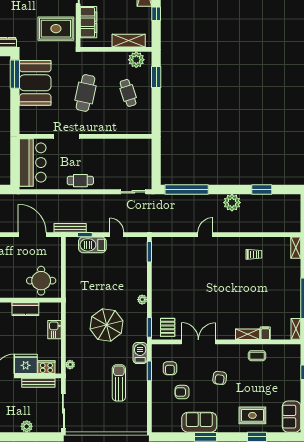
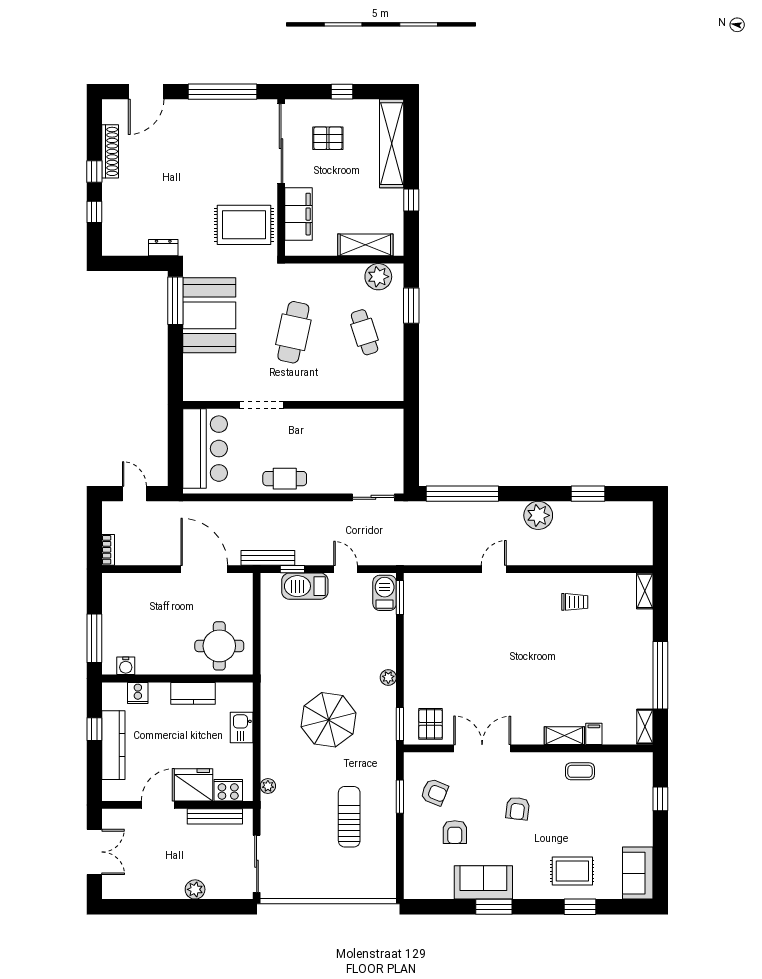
barbecue: (140, 353) -> (385, 593), moved
armchair: (170, 368) -> (434, 792), turned -68
armchair: (182, 392) -> (455, 832), turned -90

